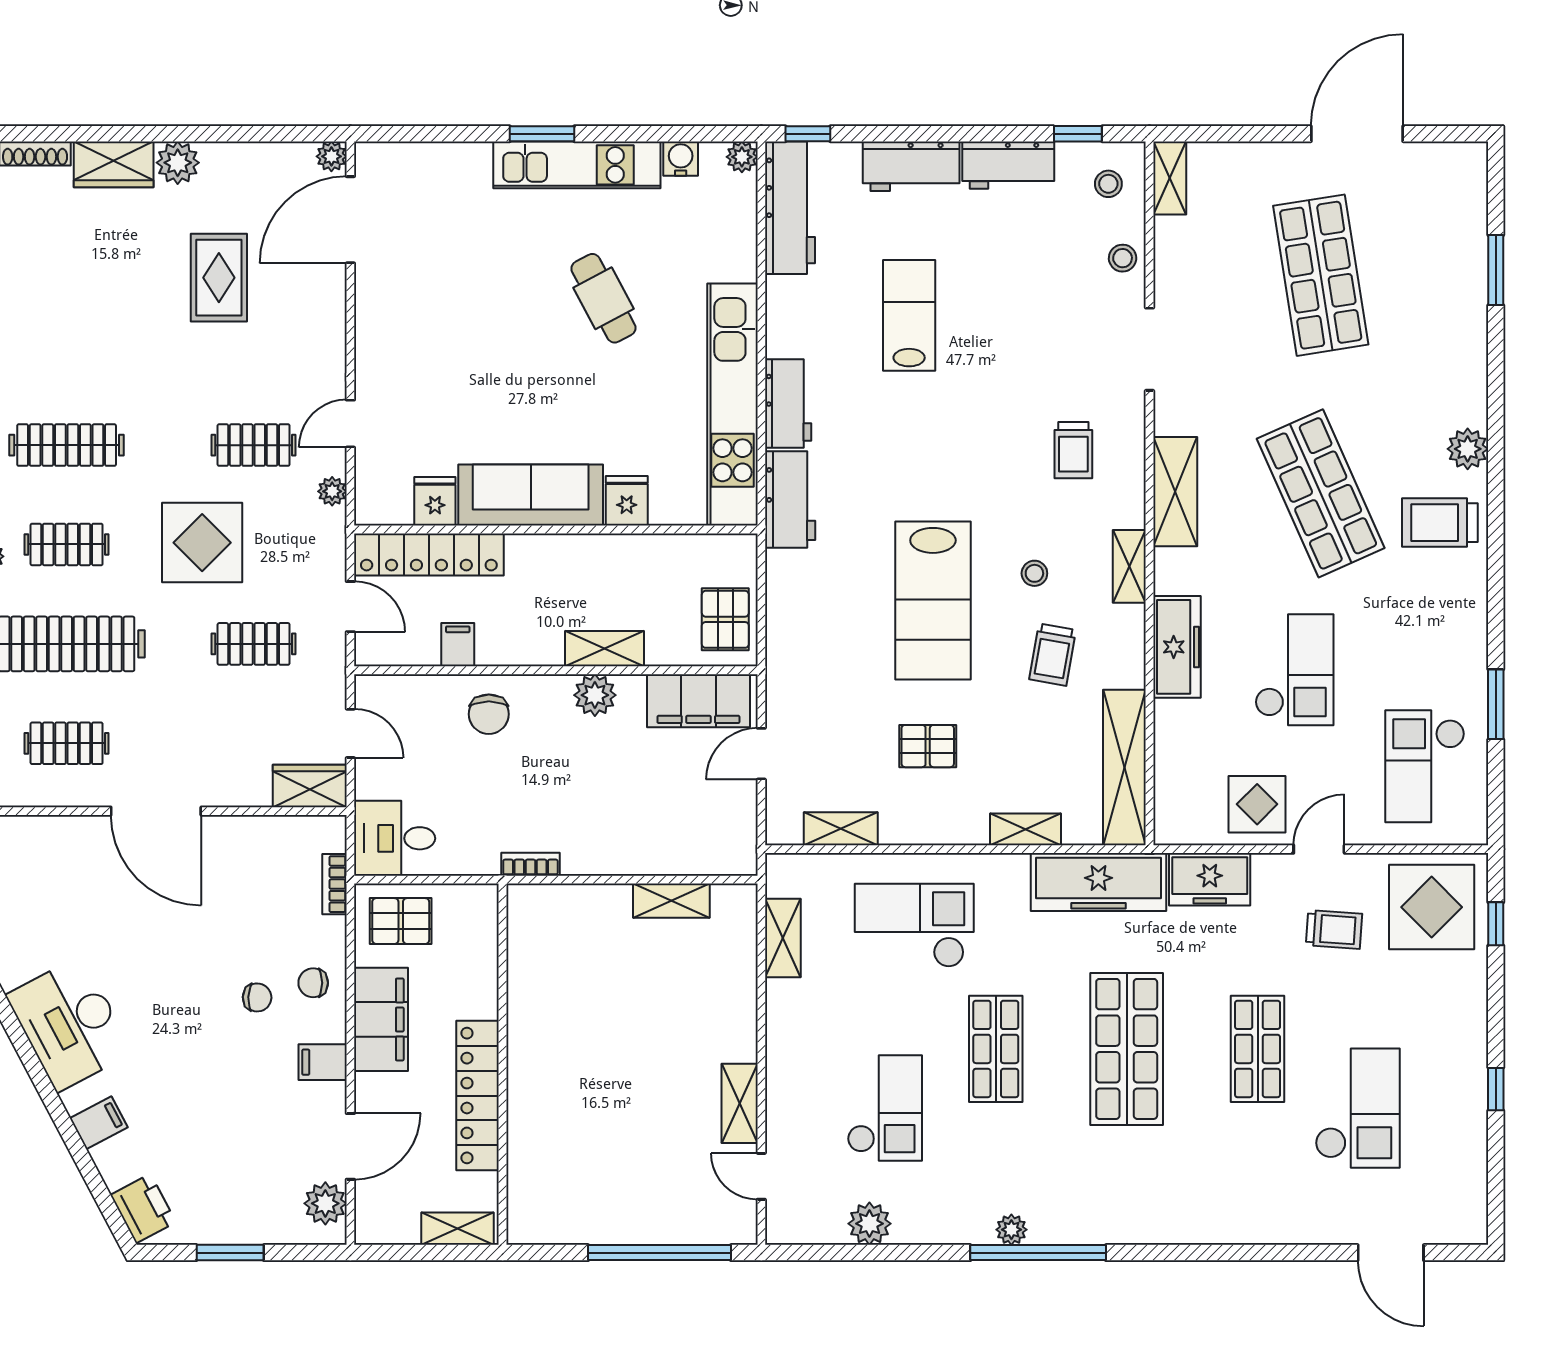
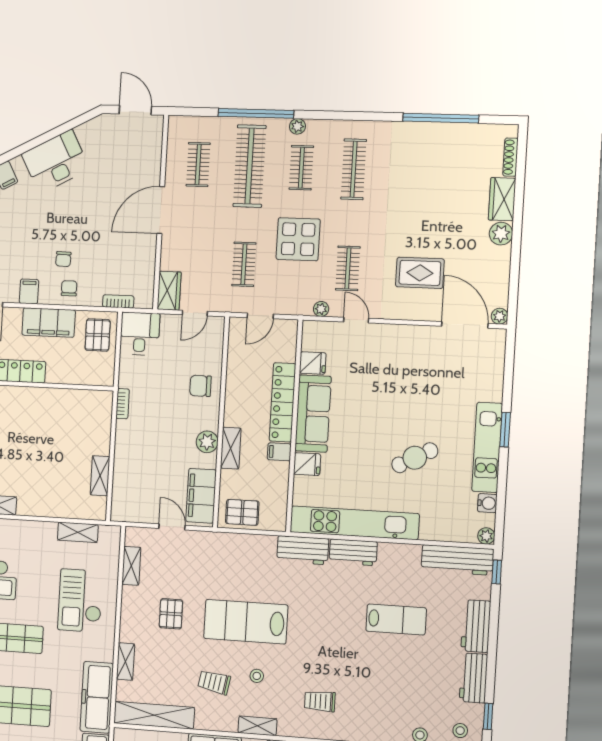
rug: (219, 278) -> (420, 273), moved
locker: (429, 554) -> (282, 402), moved
filing cabinet: (458, 645) -> (279, 452), moved, turned 180
checkout: (914, 925) -> (80, 601), turned 180

